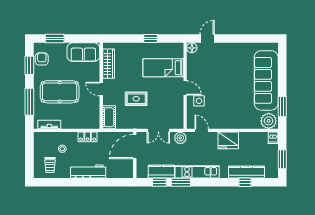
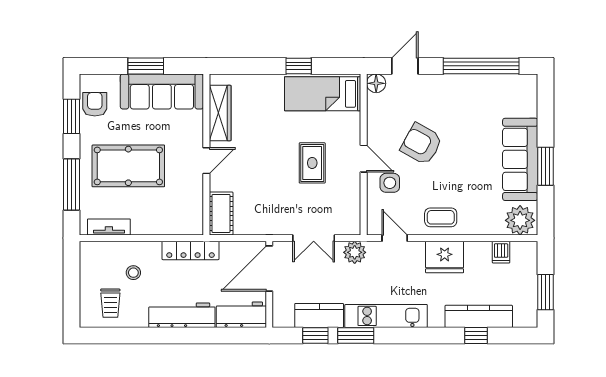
window: (55, 39) -> (146, 66), moved
window: (248, 39) -> (481, 66), added
sofa: (83, 52) -> (162, 91), width x1.36
bed: (163, 68) -> (323, 94), moved
armchair: (216, 80) -> (421, 144), added
sofa: (266, 80) -> (520, 159), width x0.74, depth x0.79
door: (101, 89) -> (206, 161), swing flipped
rug: (136, 99) -> (312, 163), moved, turned 90
window: (282, 107) -> (546, 166), moved
coffee table: (226, 119) -> (441, 217), added
locker: (88, 137) -> (191, 250), width x1.53
dishwasher: (273, 138) -> (501, 252), moved
workbench: (120, 171) -> (241, 315), added

